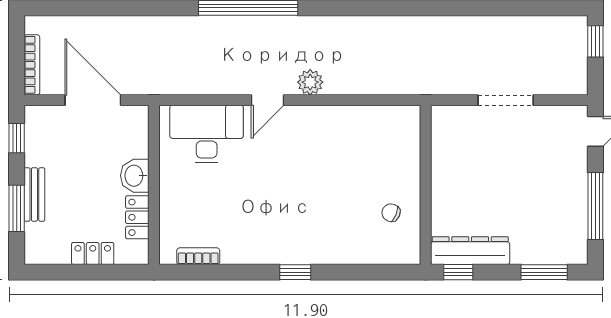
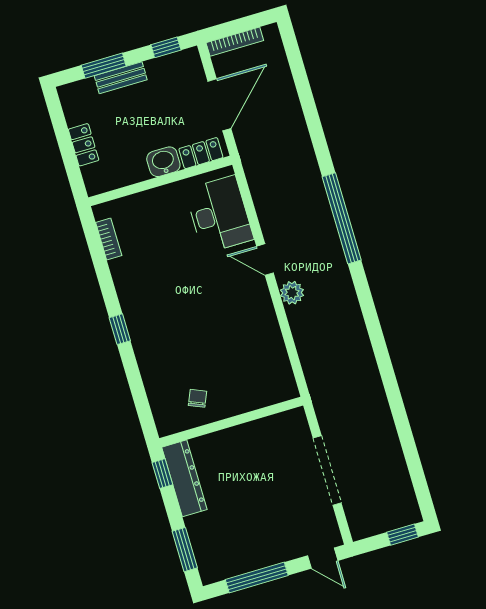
doorway: (506, 100) -> (327, 471), width x1.36
locker: (137, 217) -> (201, 153), moved

